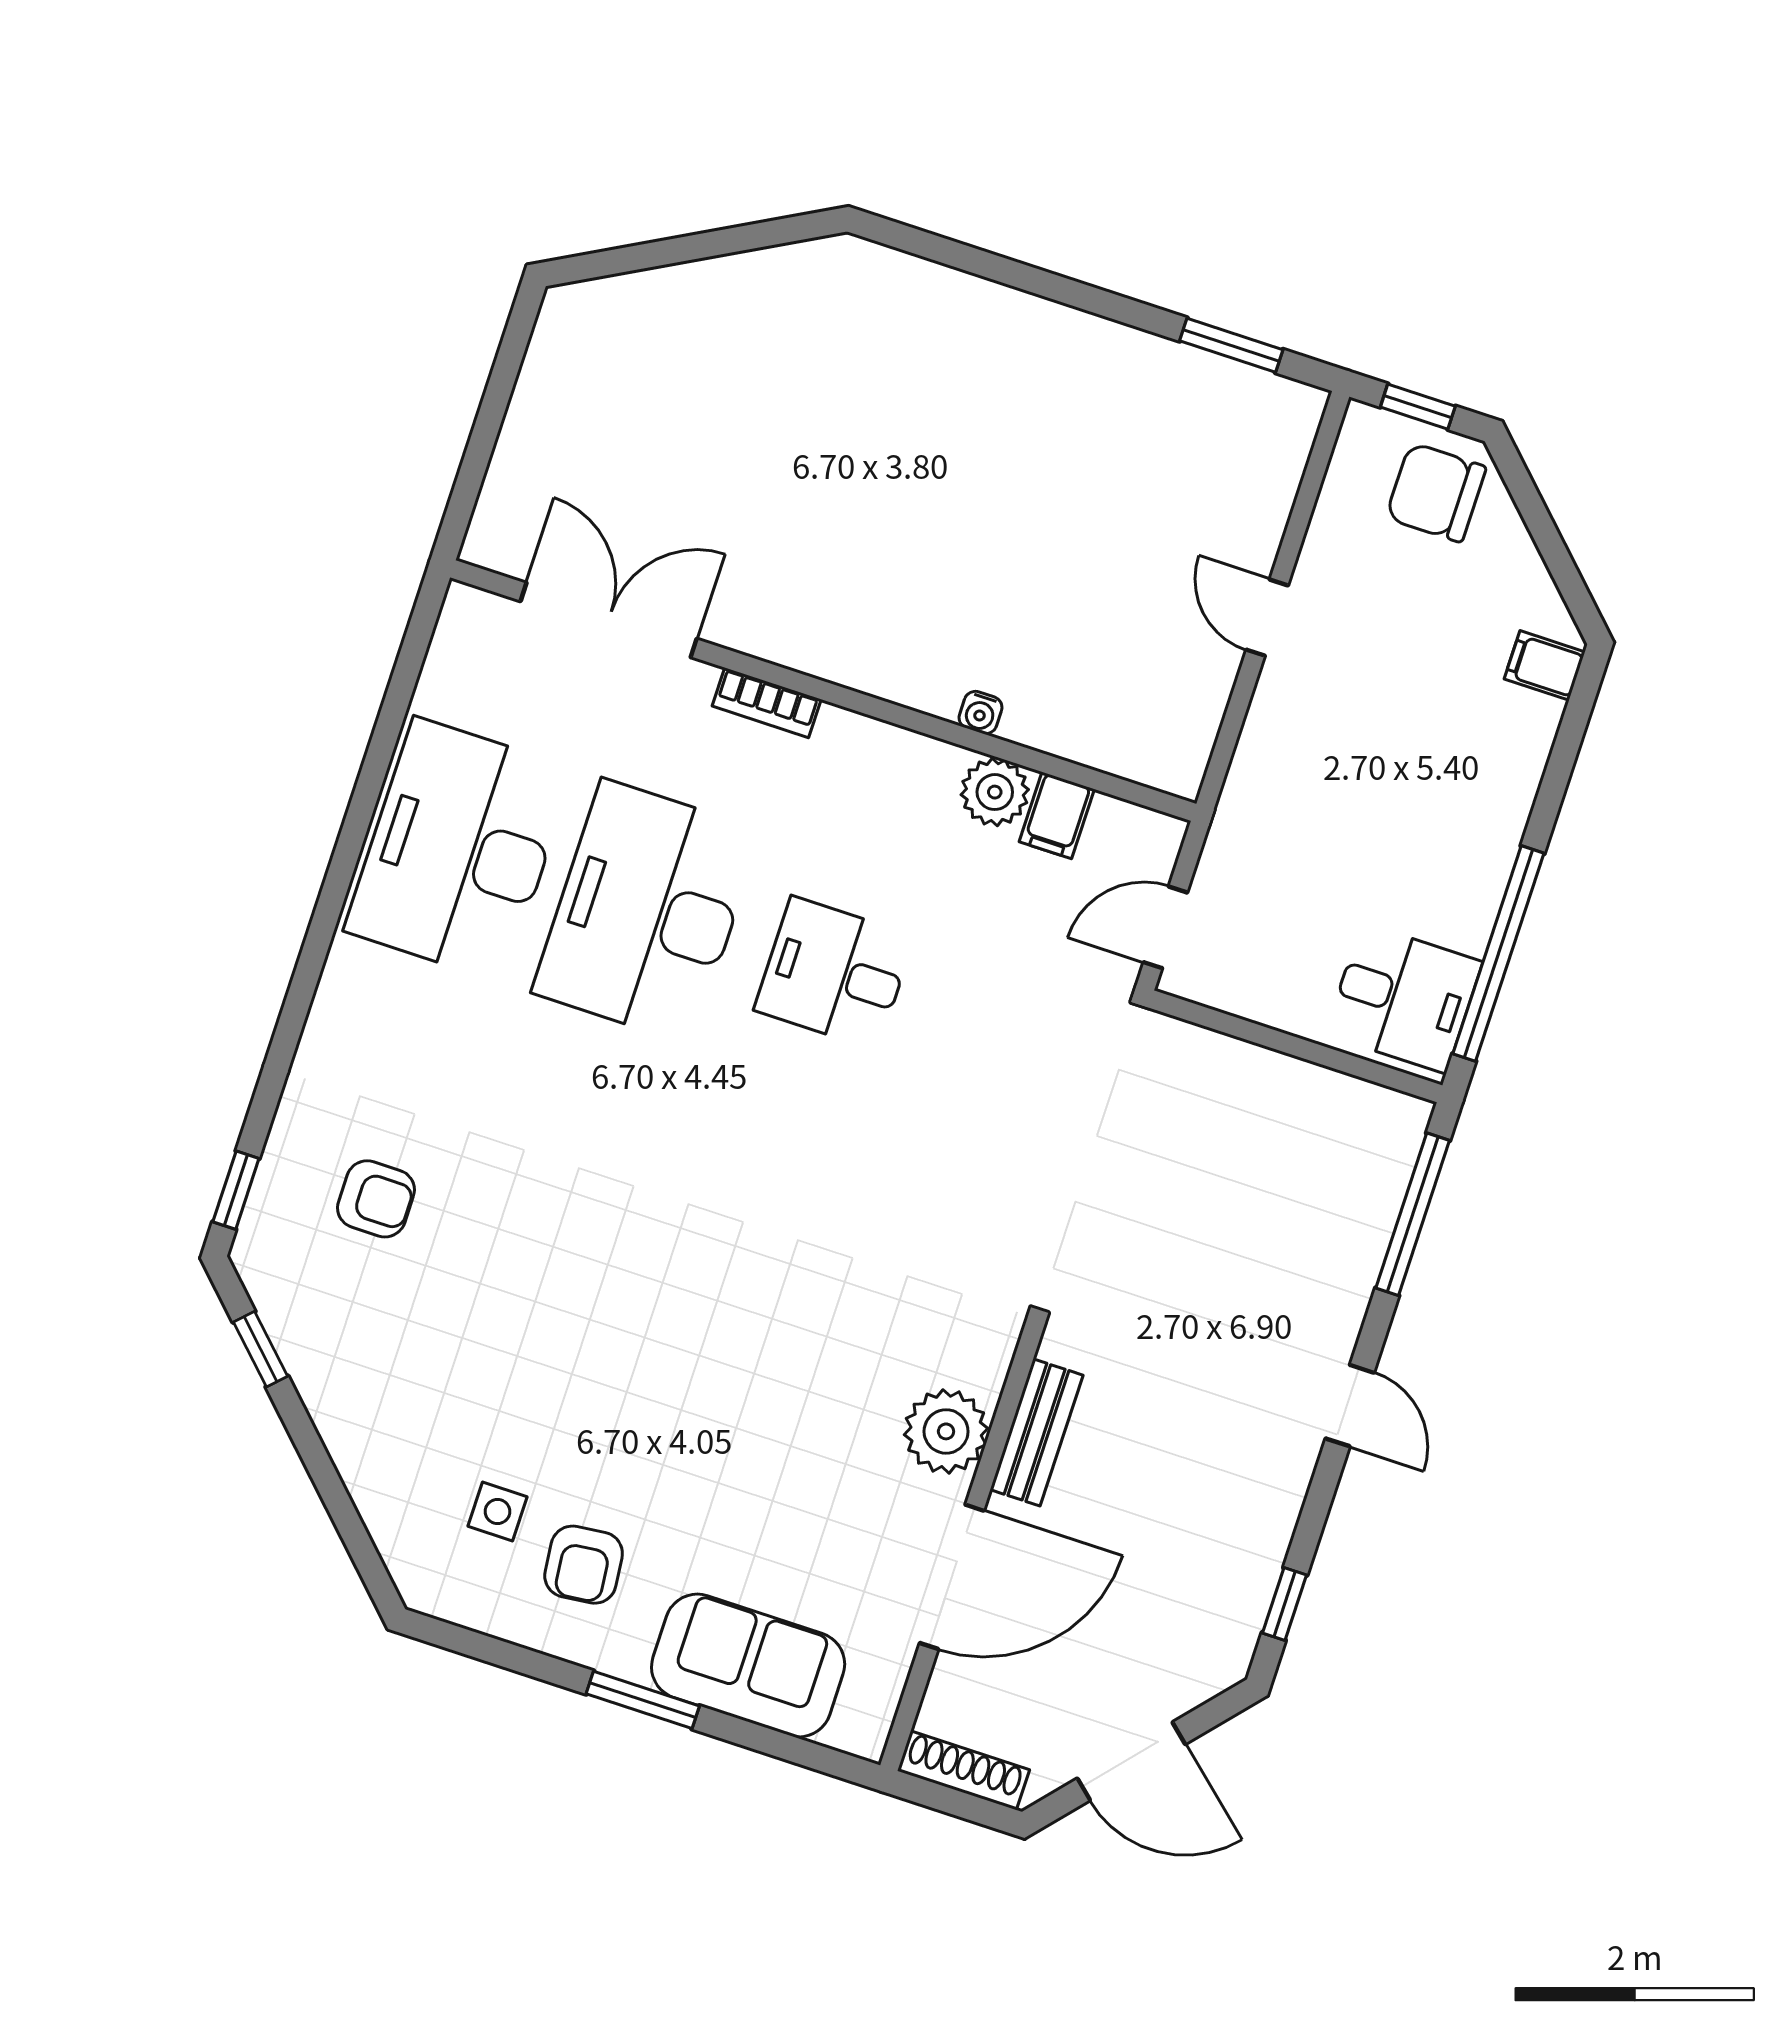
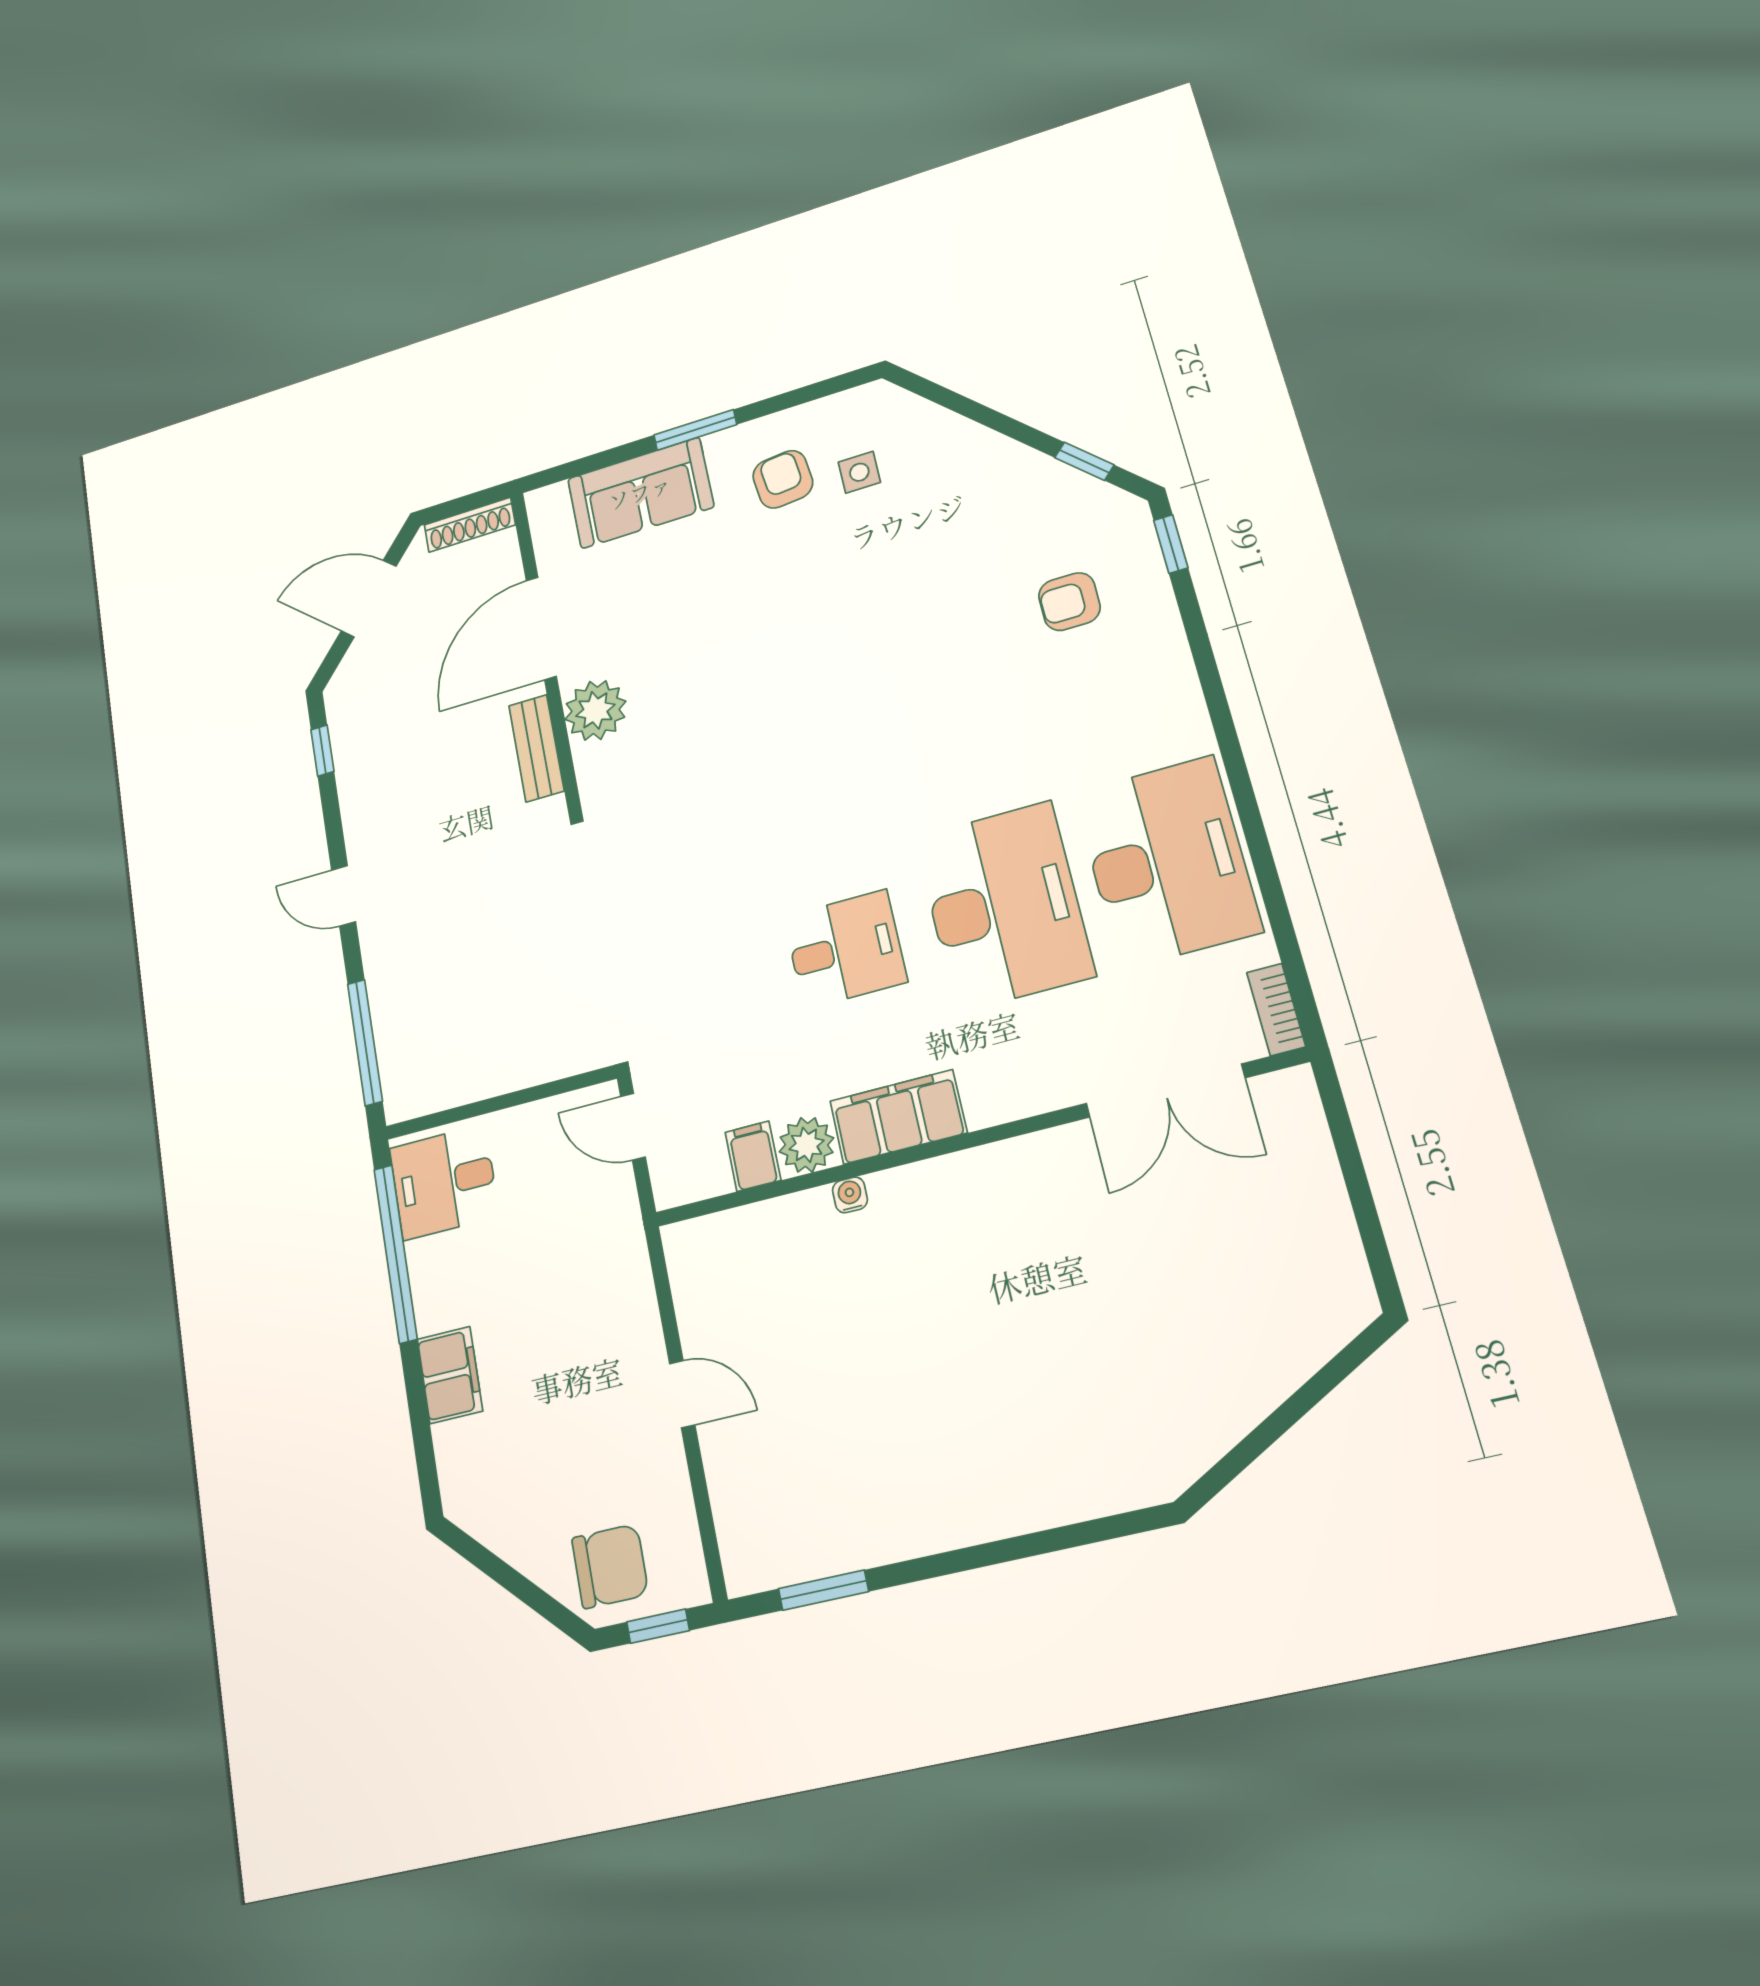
filing cabinet: (1545, 665) -> (450, 1375), moved, width x2.00
bookcase: (767, 703) -> (1276, 1010), moved, turned -90
filing cabinet: (885, 761) -> (898, 1117), added
door: (1165, 927) -> (633, 1127), swing flipped

